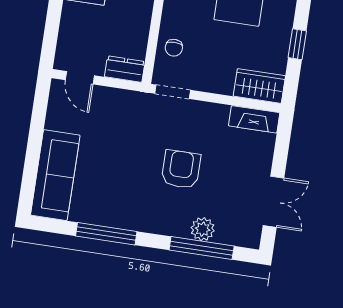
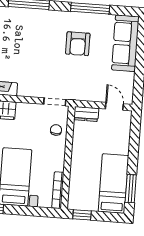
armchair: (181, 169) -> (78, 44), moved
plant: (203, 229) -> (29, 16), removed

